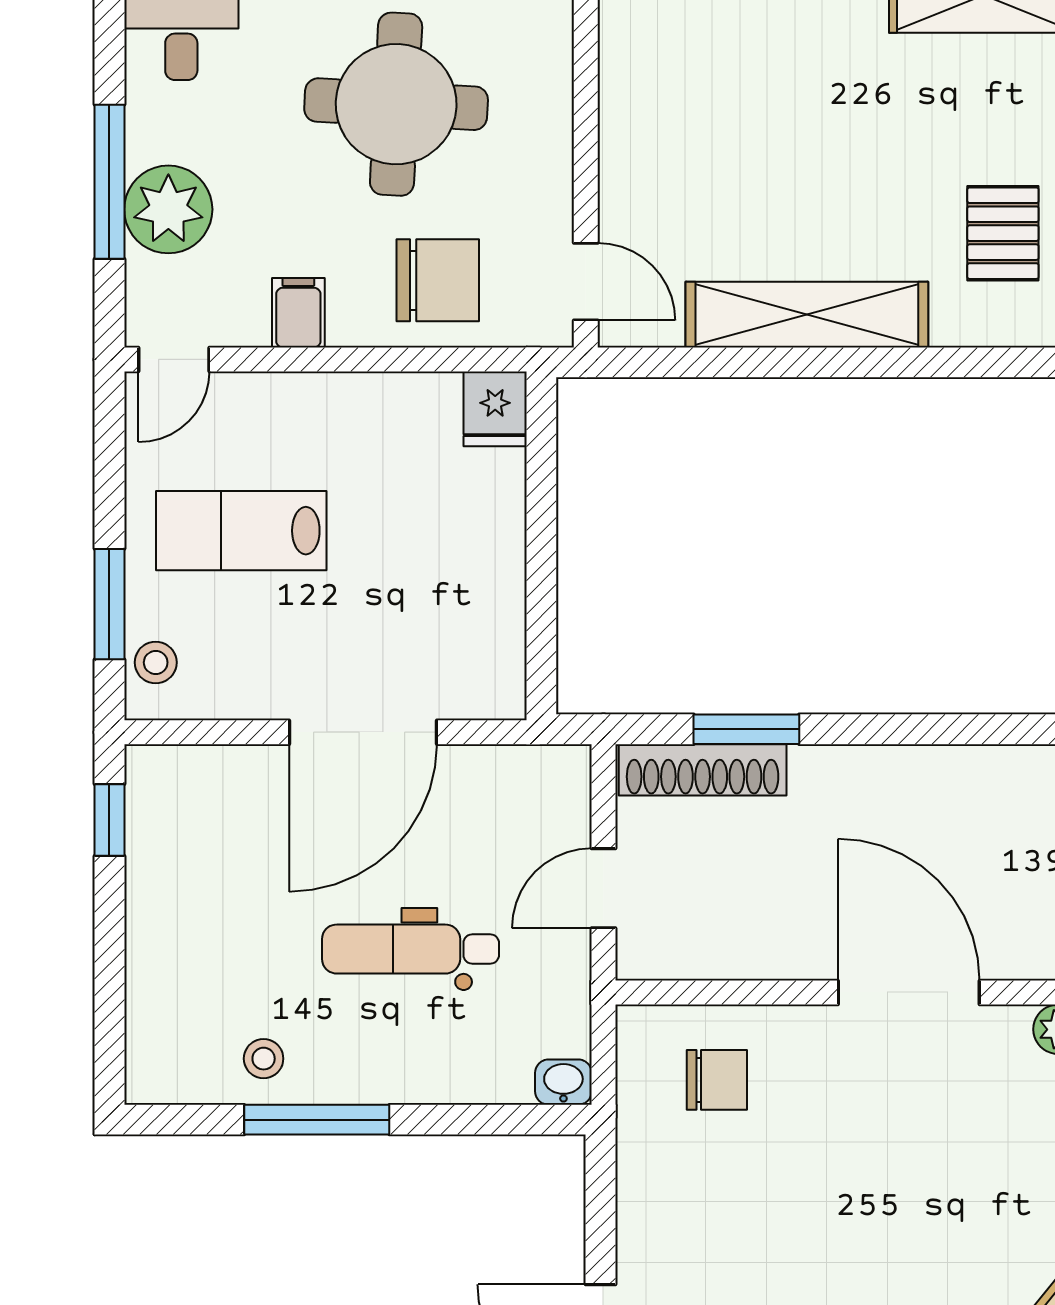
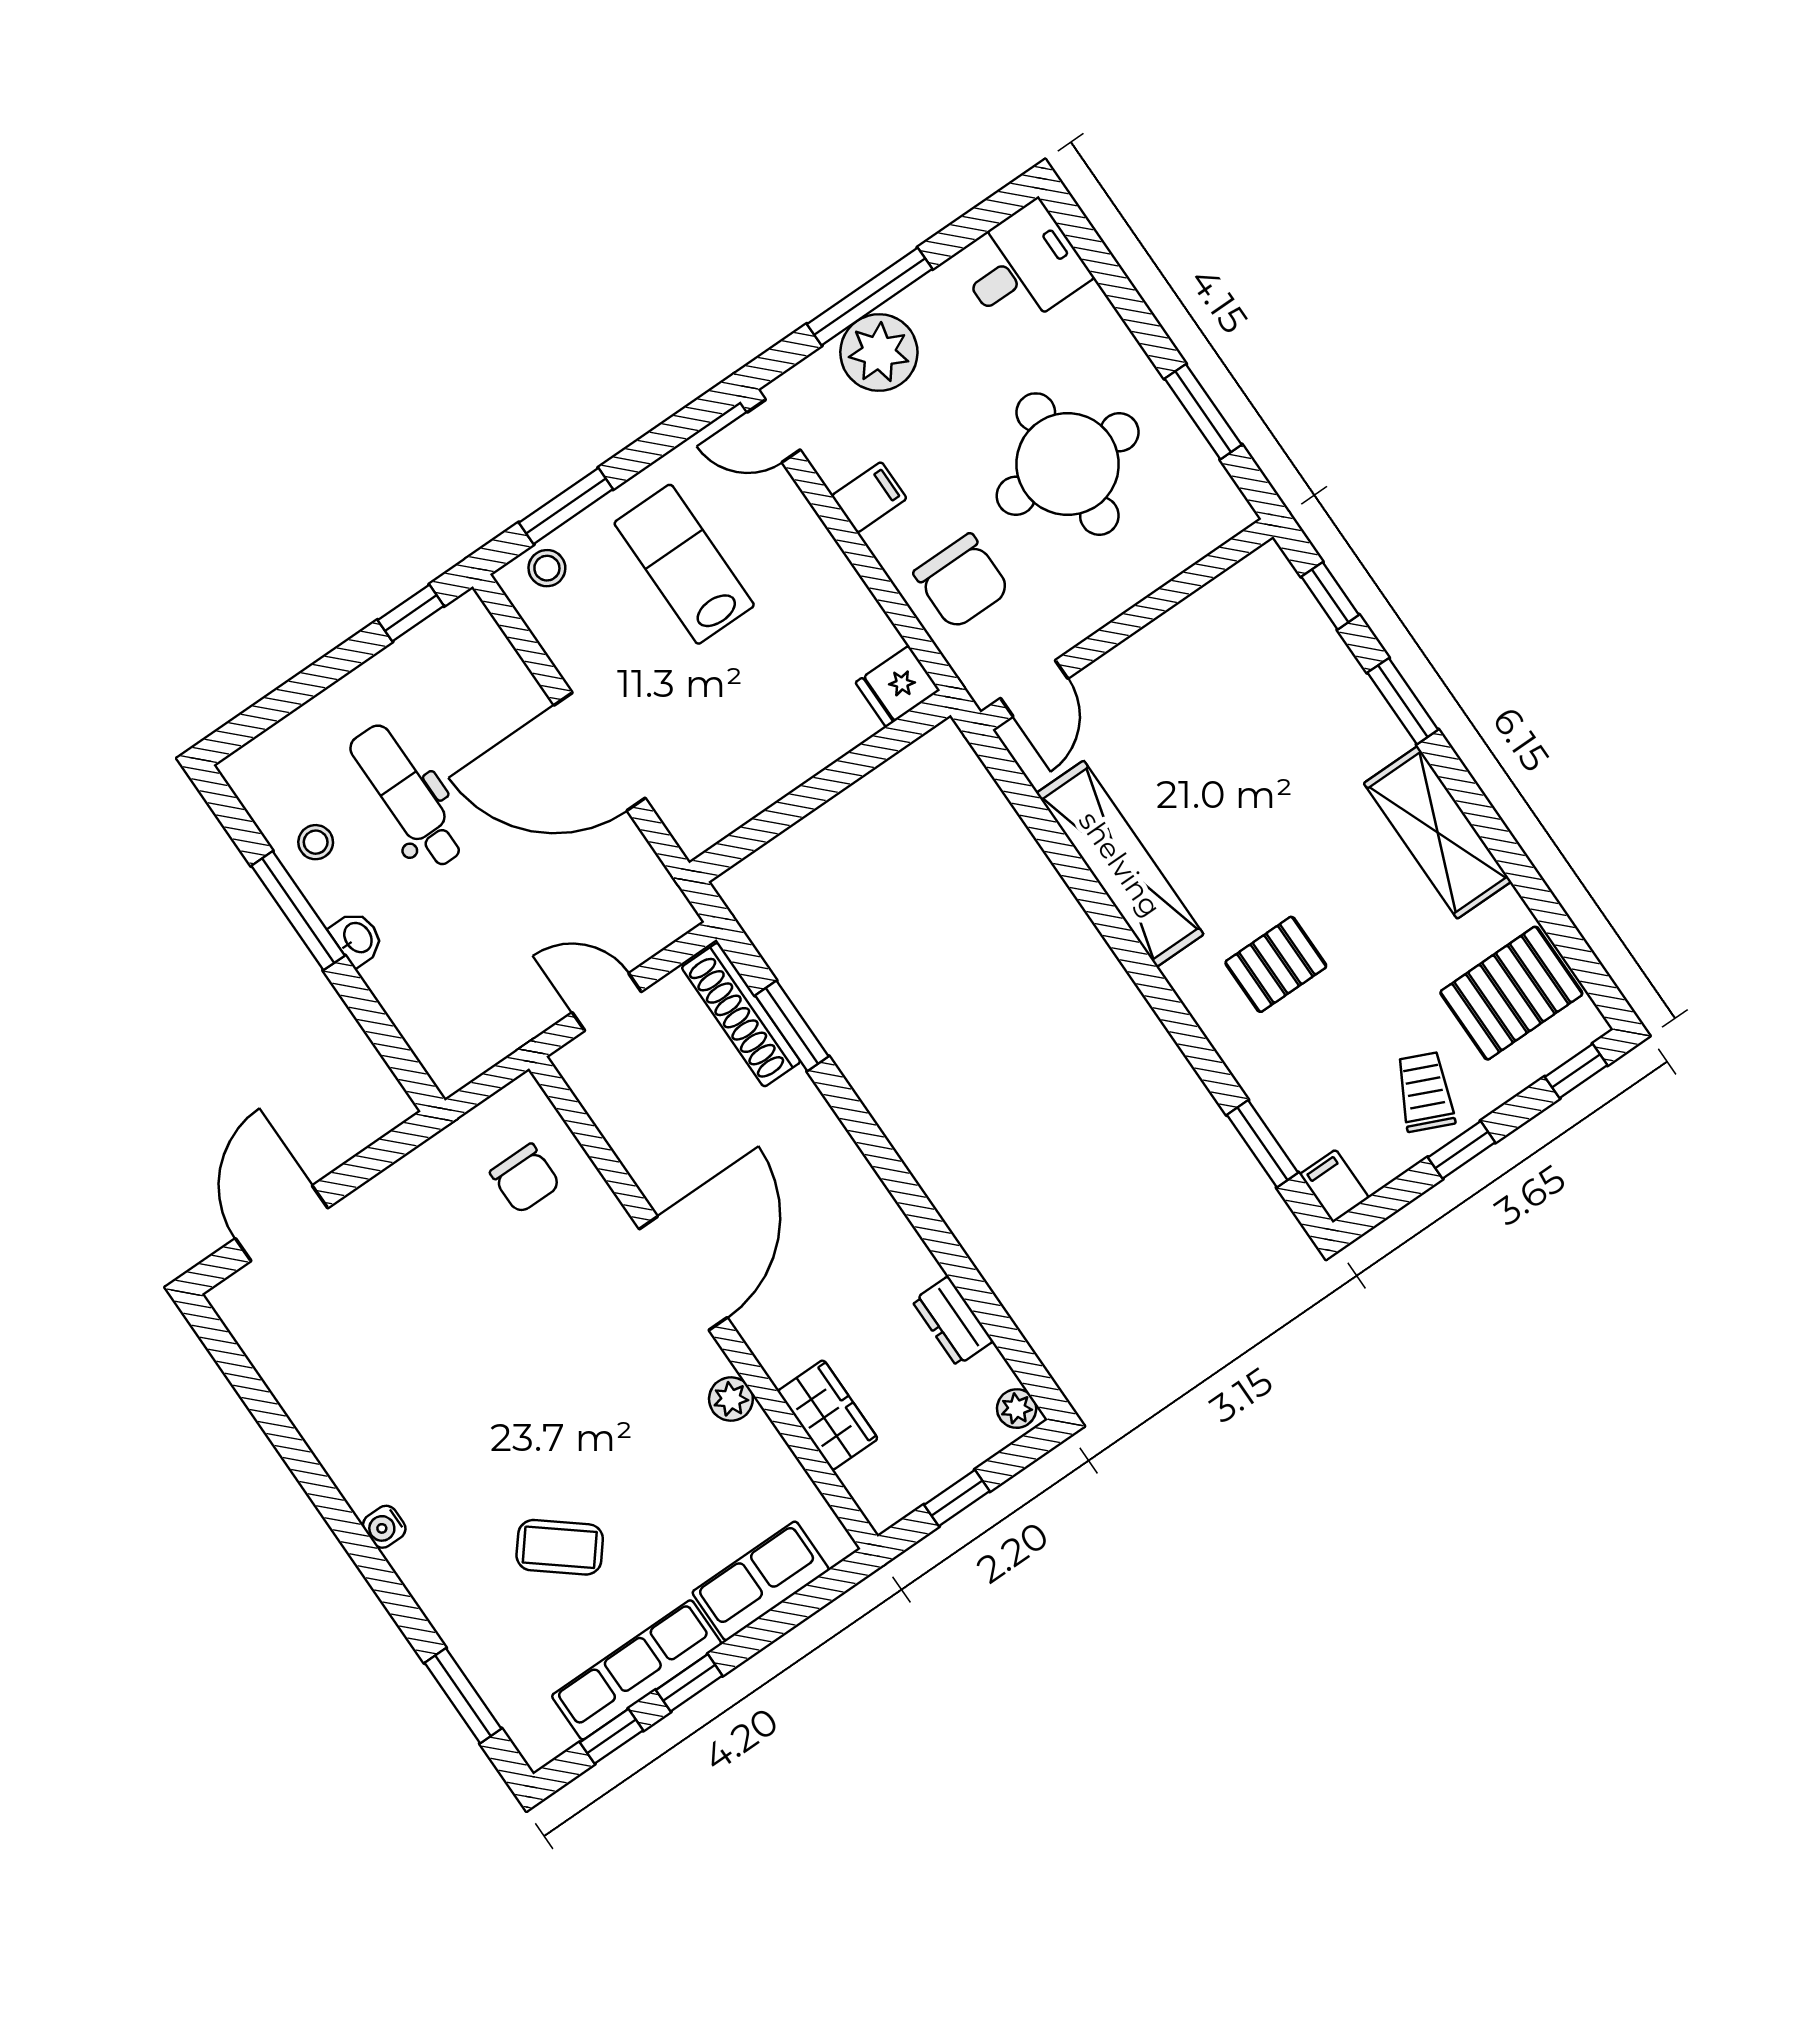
dental chair: (411, 949) -> (407, 796), moved
washbasin: (563, 1082) -> (357, 938), moved

